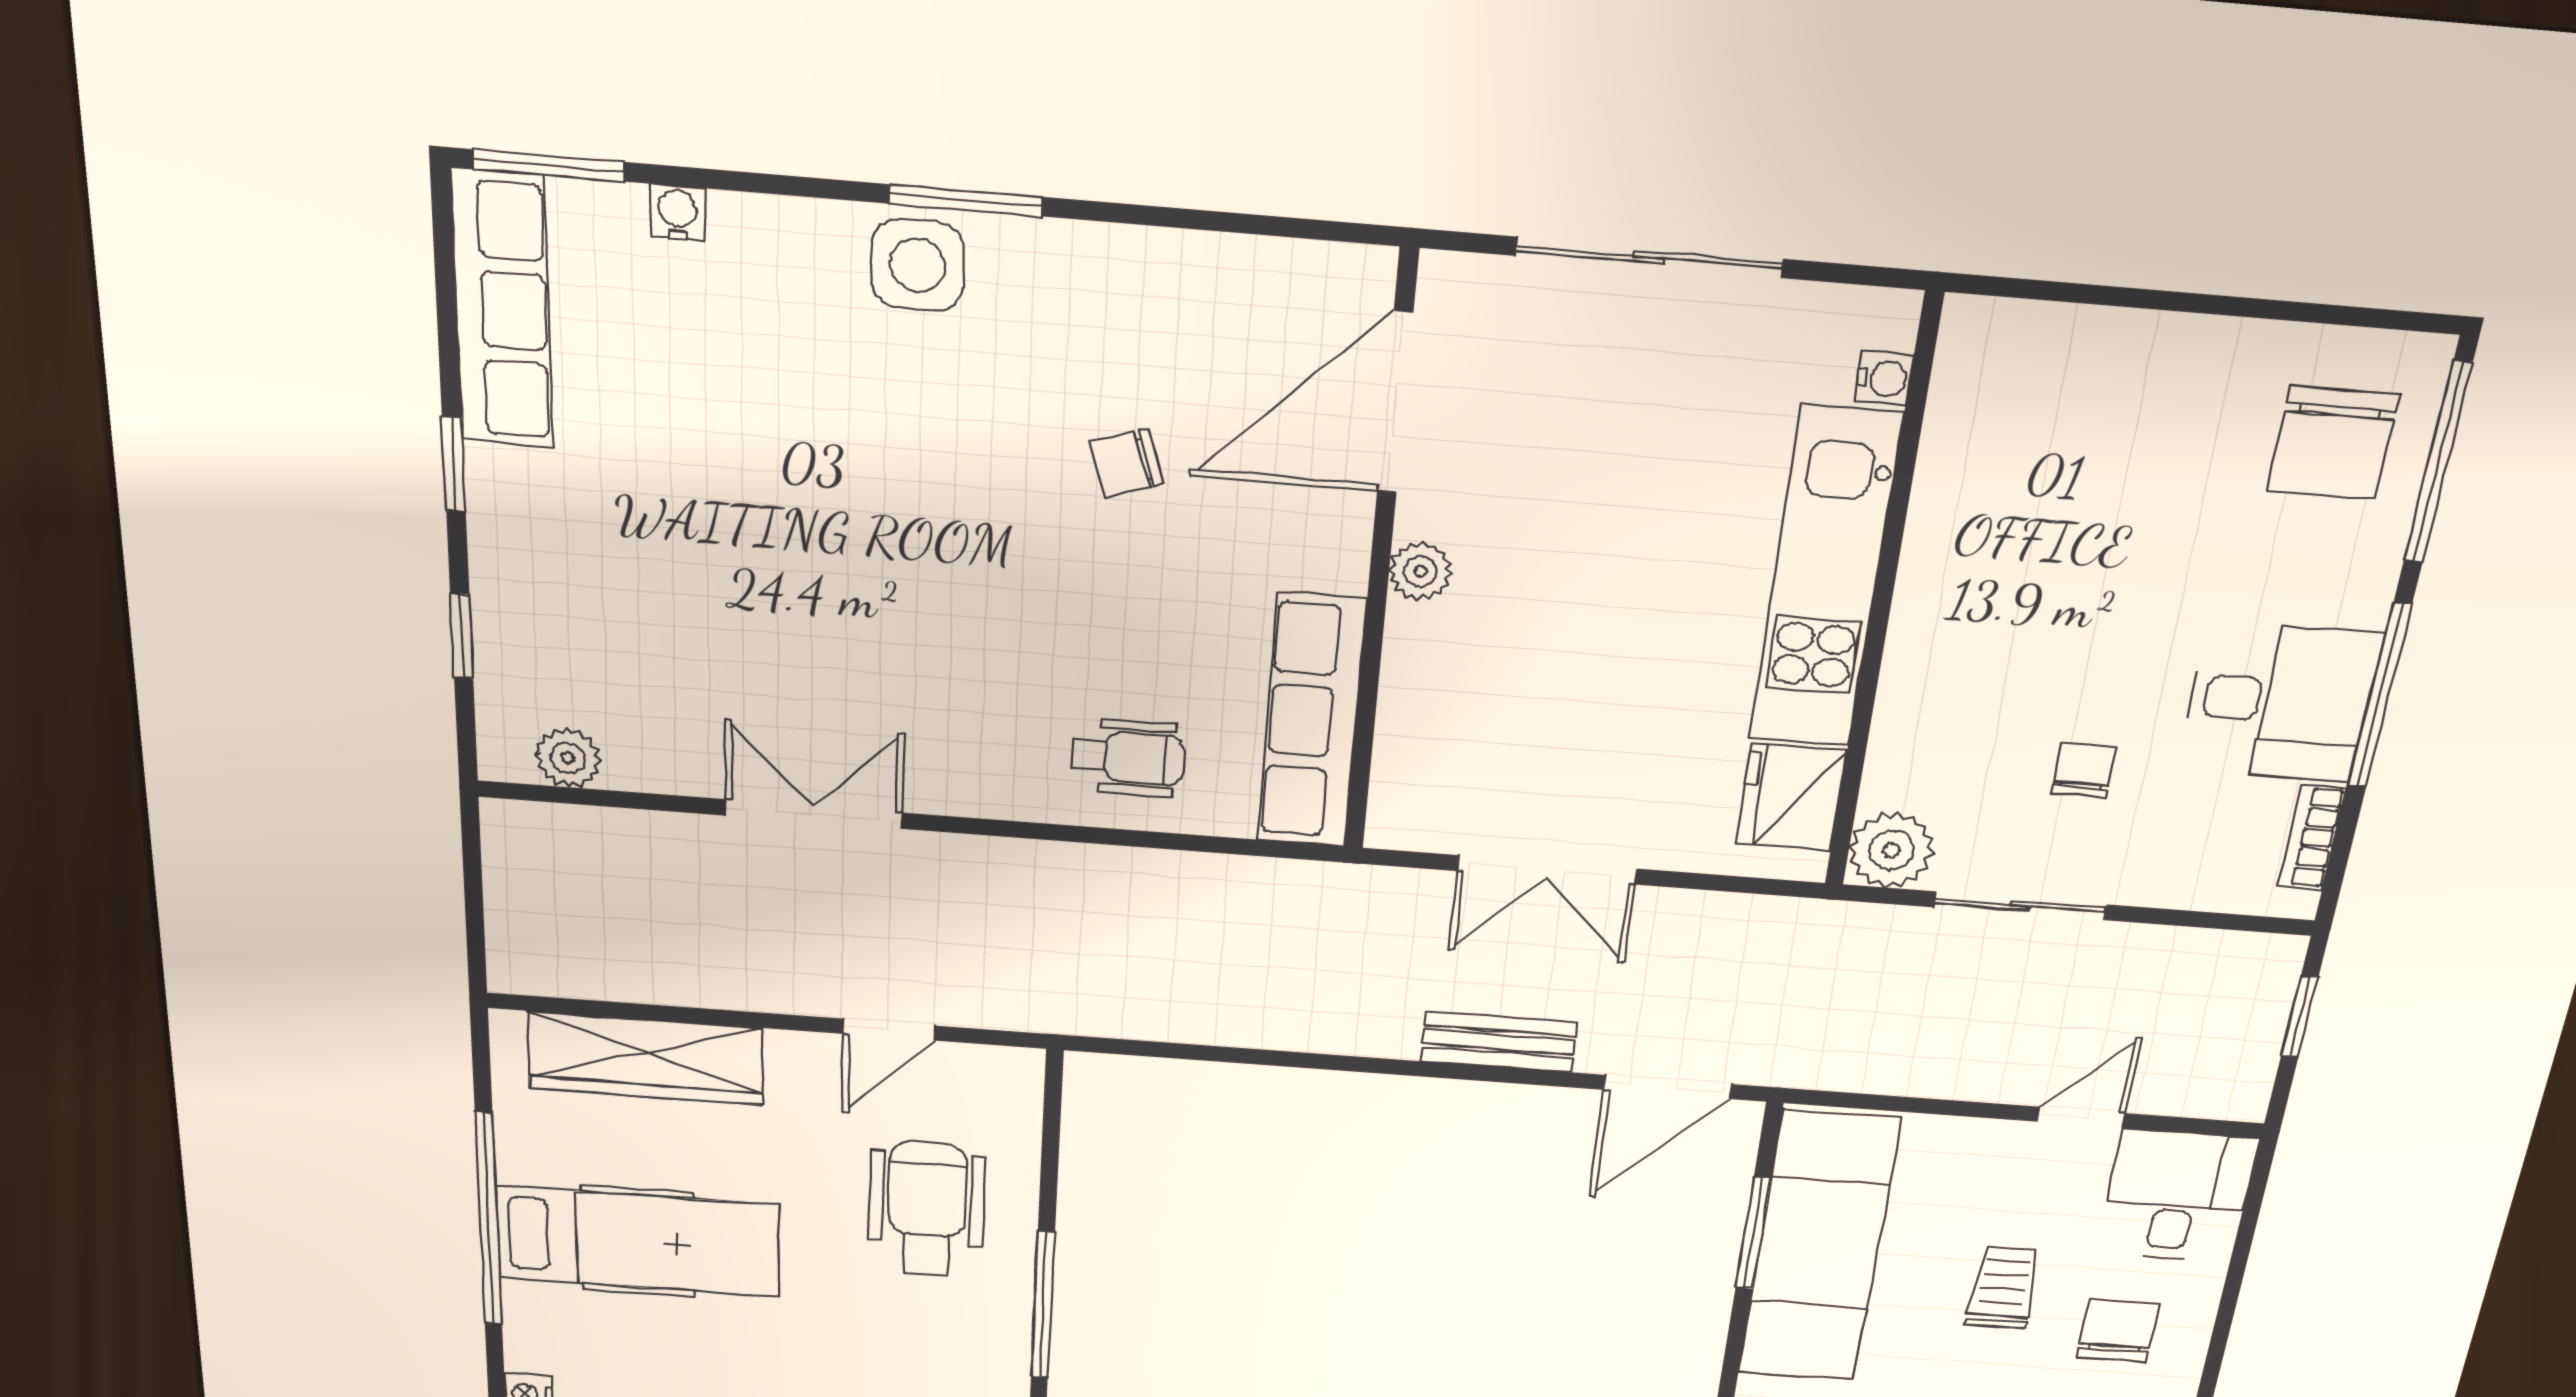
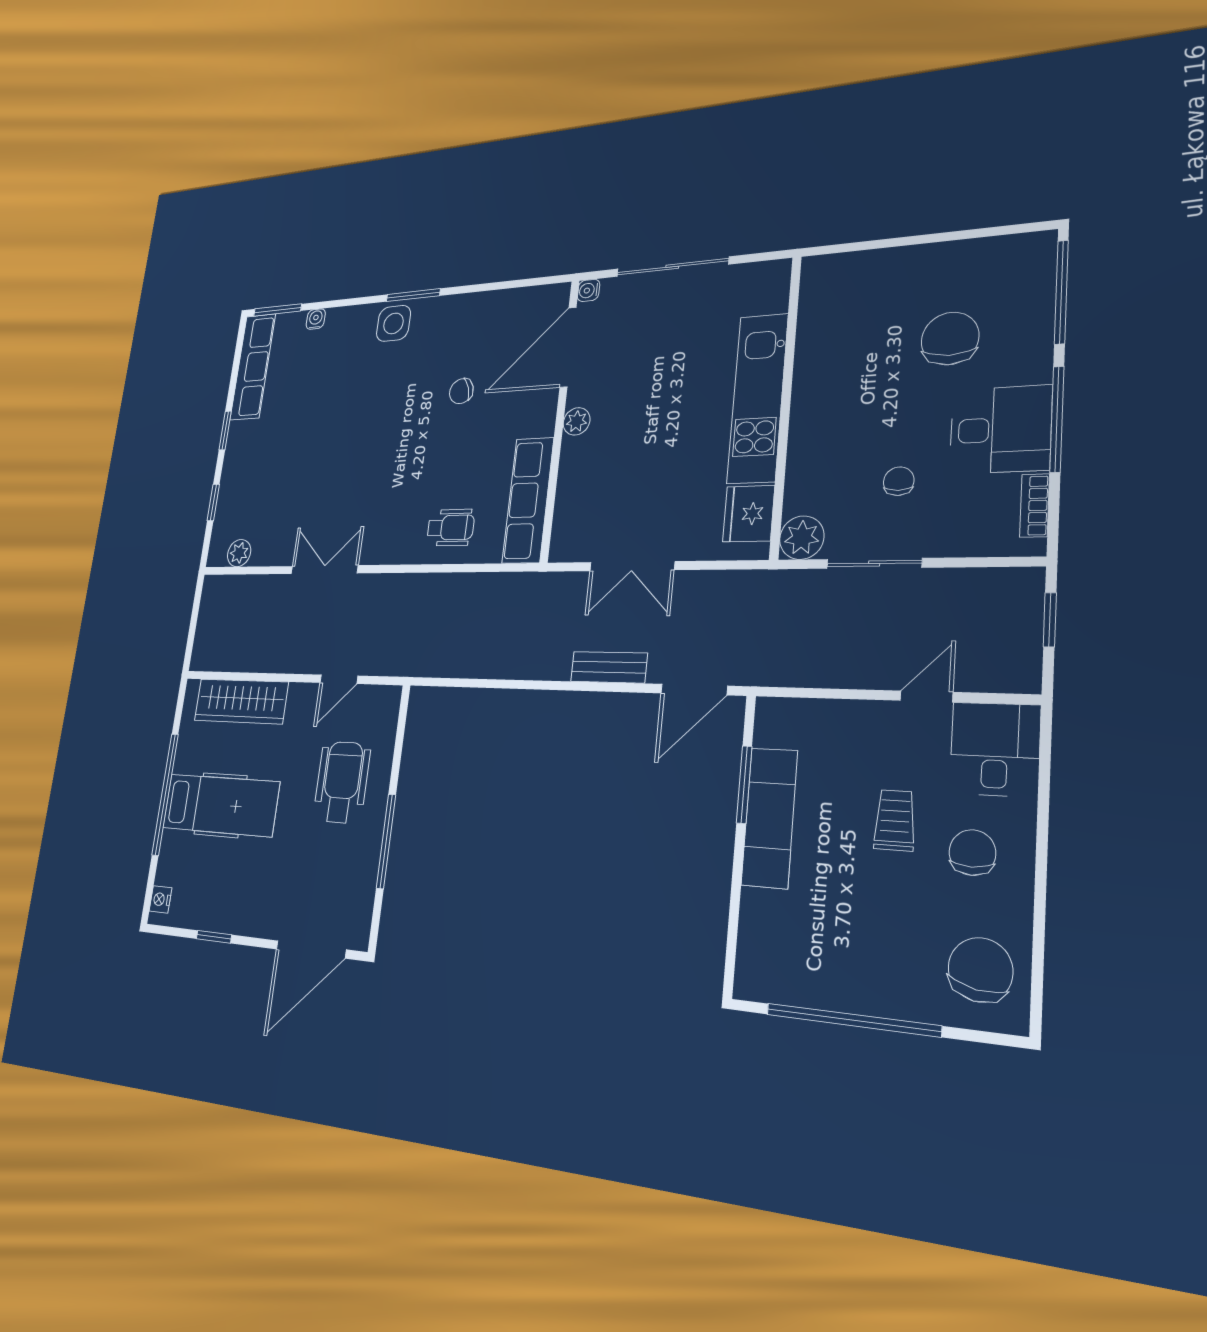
water cooler: (1884, 379) -> (589, 290), moved, turned 180
chair: (2333, 443) -> (950, 338), moved, turned 180
exam couch: (1819, 1247) -> (769, 818), width x0.73, depth x0.69

